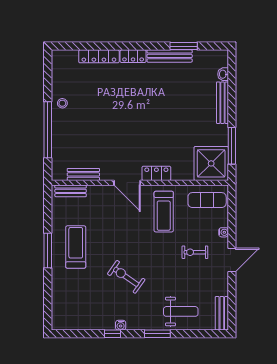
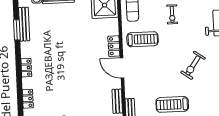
locker: (99, 56) -> (28, 99), width x0.66
bench: (170, 56) -> (24, 24), moved
door: (127, 183) -> (122, 68), swing flipped

